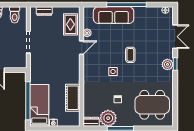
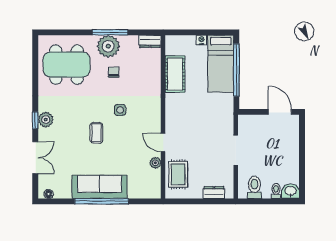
sofa: (114, 15) -> (100, 187), moved
double door: (175, 37) -> (35, 158), swing flipped
door: (82, 48) -> (163, 143), hinge flipped
plant: (108, 118) -> (108, 46), moved

